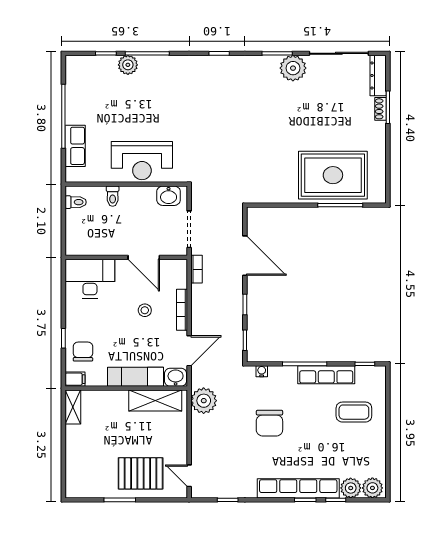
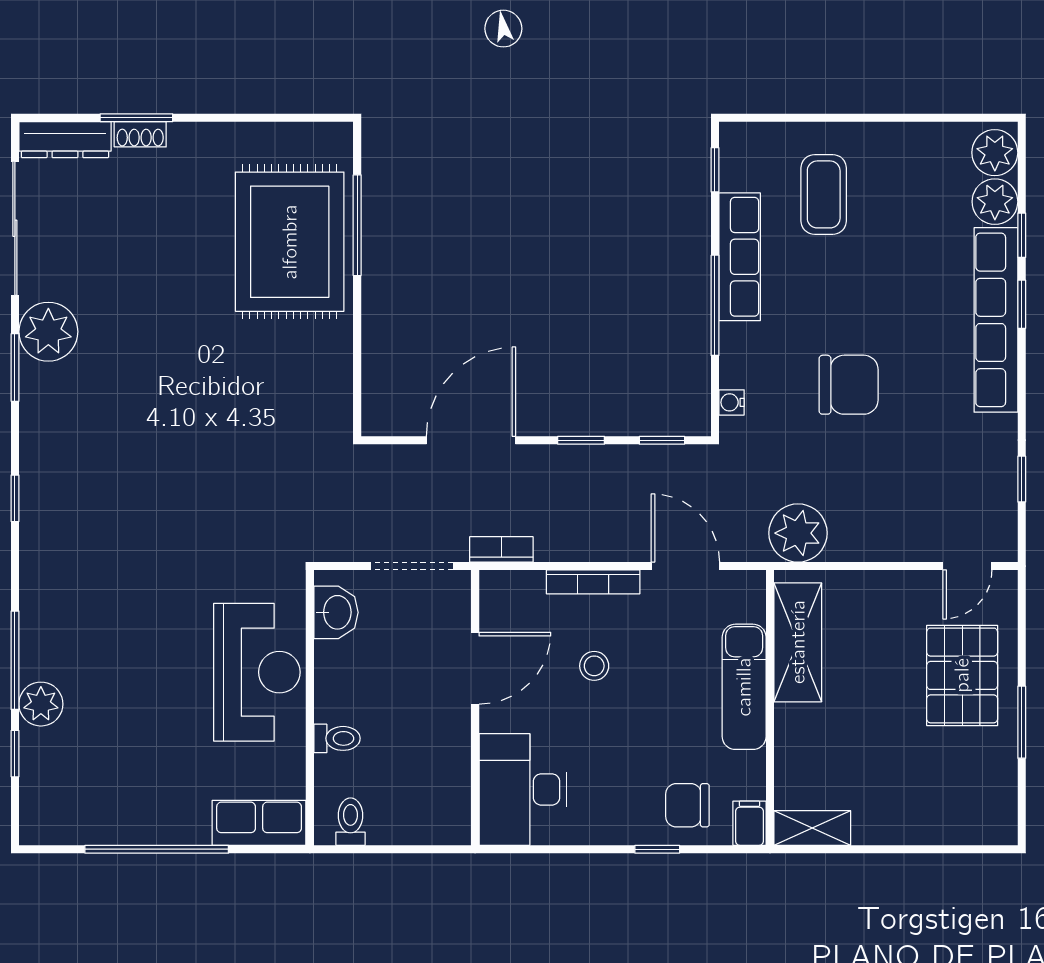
row of seats: (75, 146) -> (259, 823), moved
washbasin: (176, 377) -> (745, 596), removed

